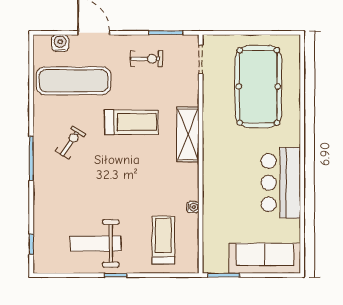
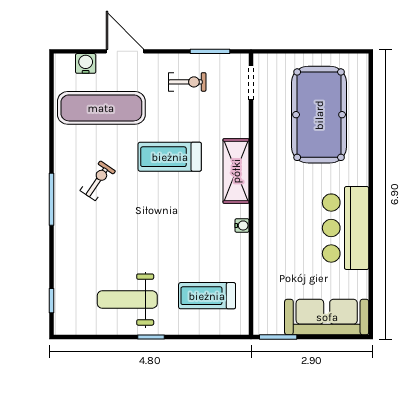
treadmill: (132, 122) -> (170, 157), turned 180
water cooler: (193, 207) -> (242, 225), moved
treadmill: (163, 240) -> (207, 296), turned -90

